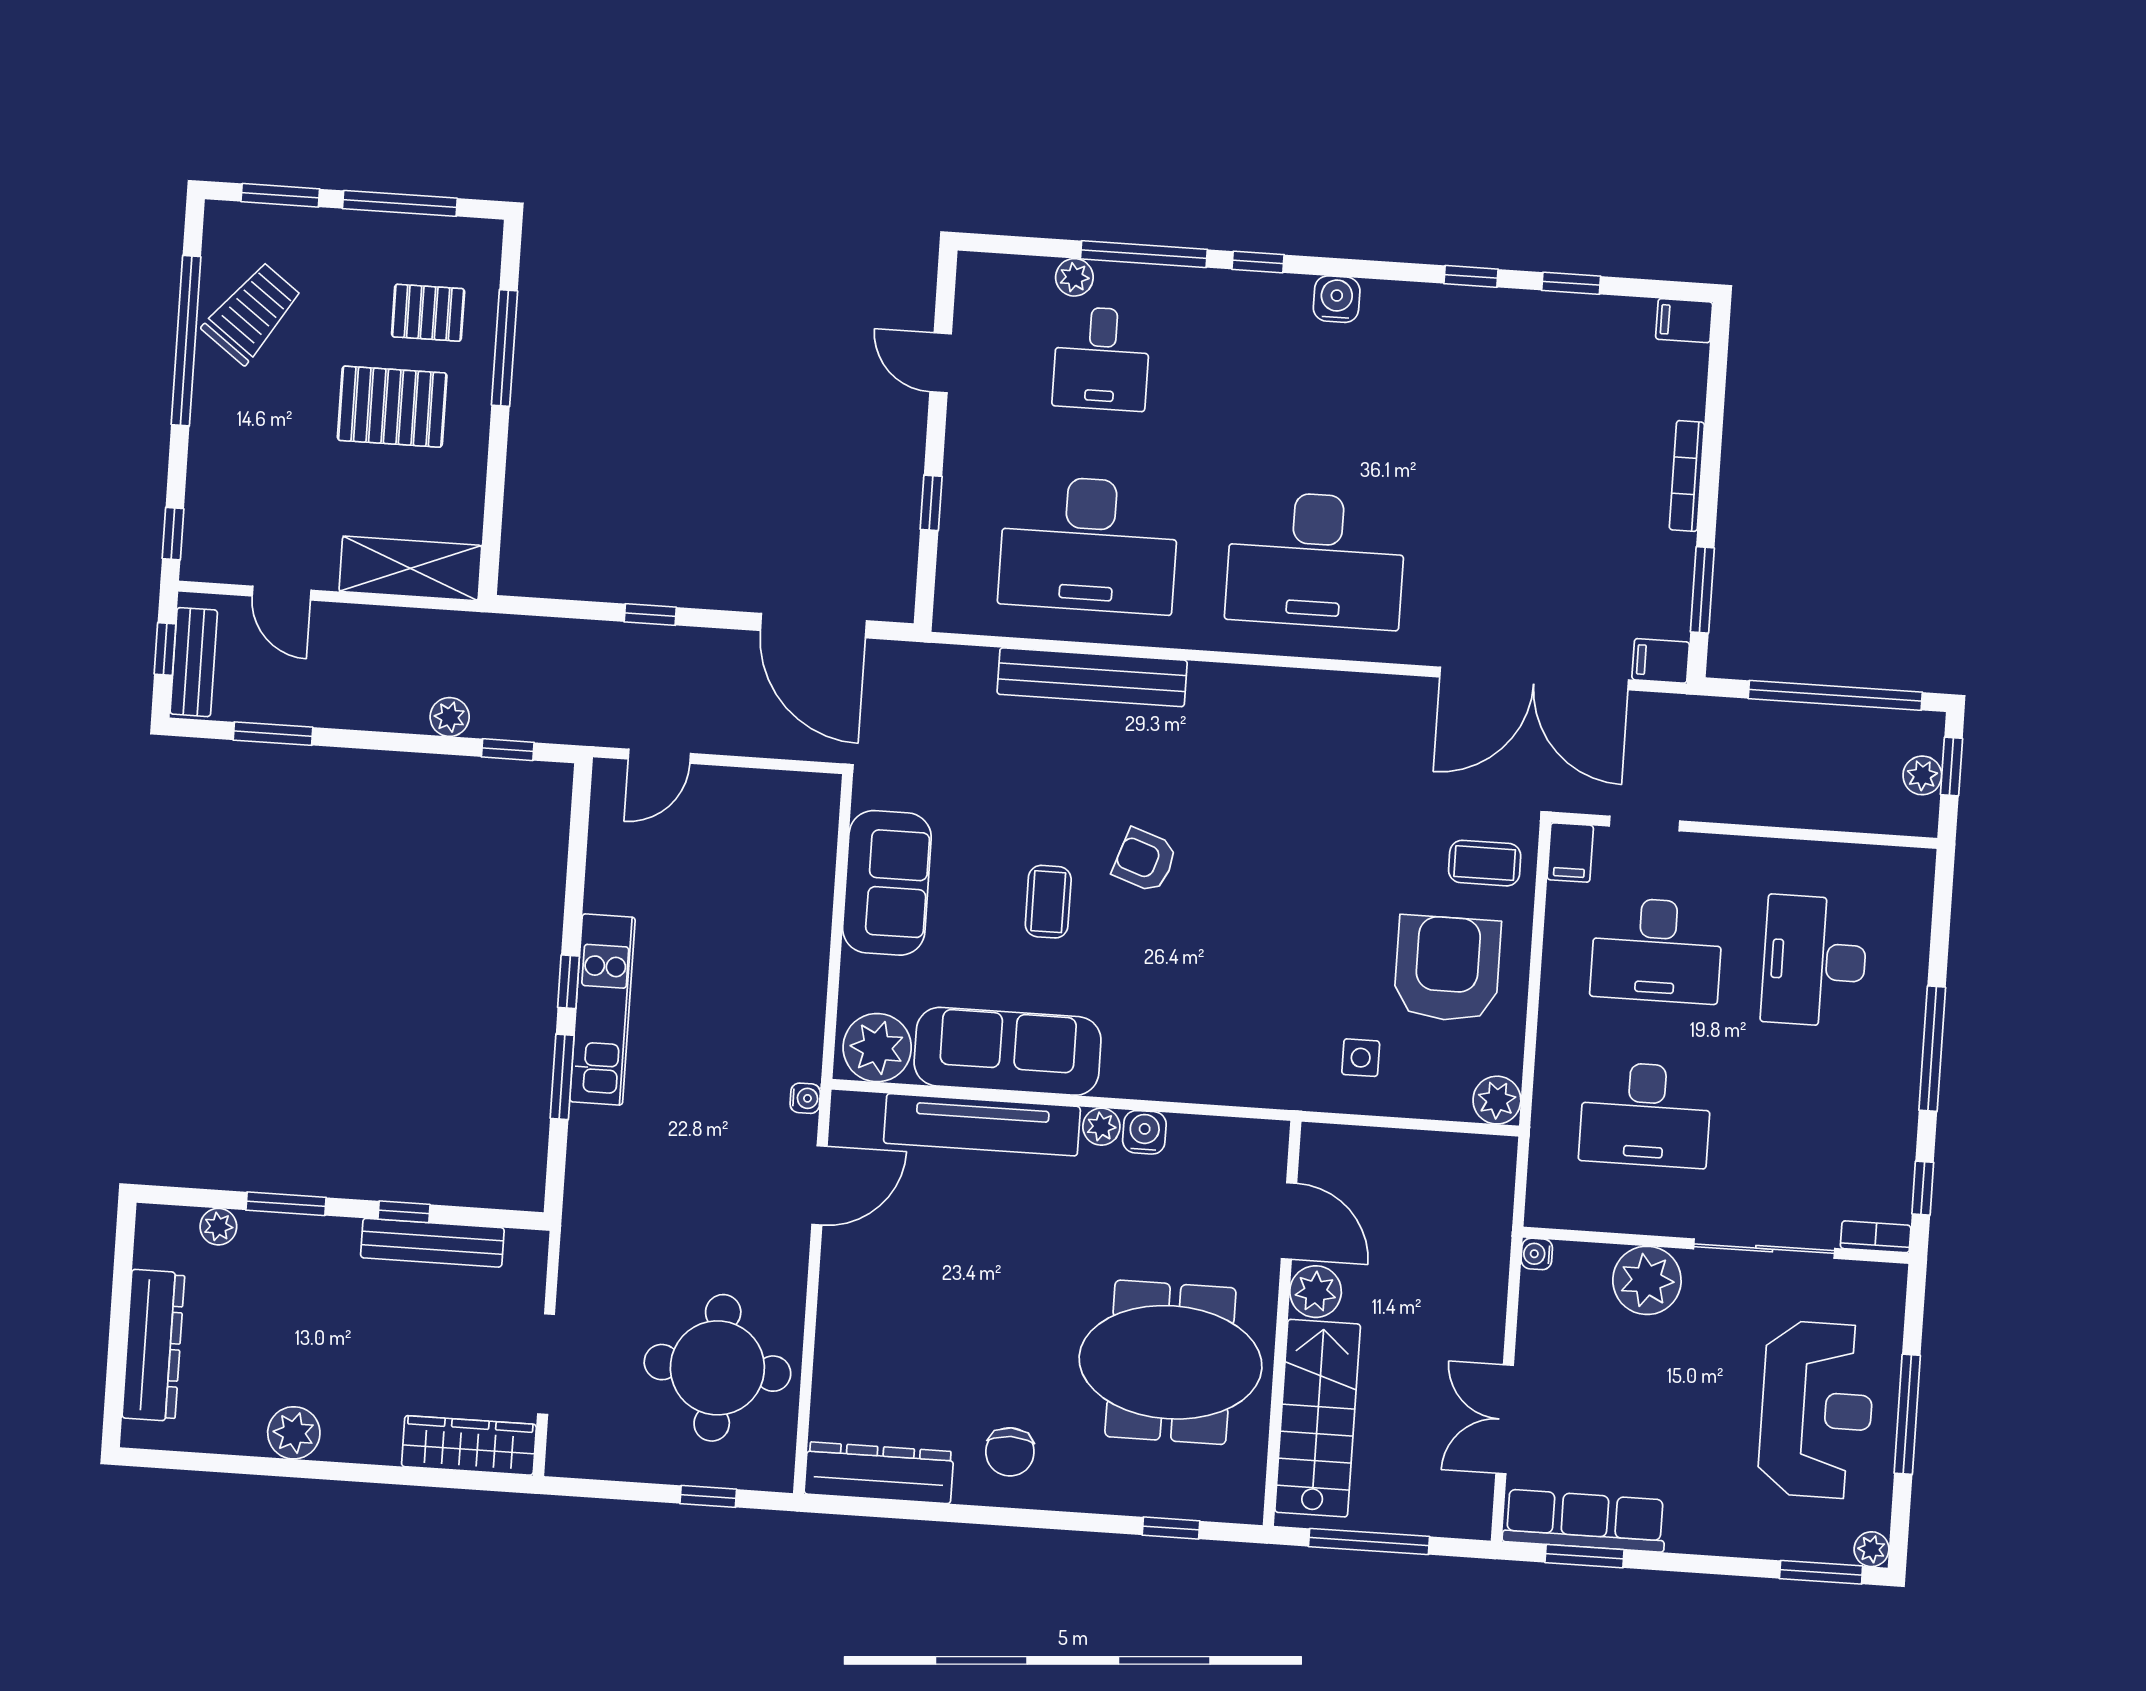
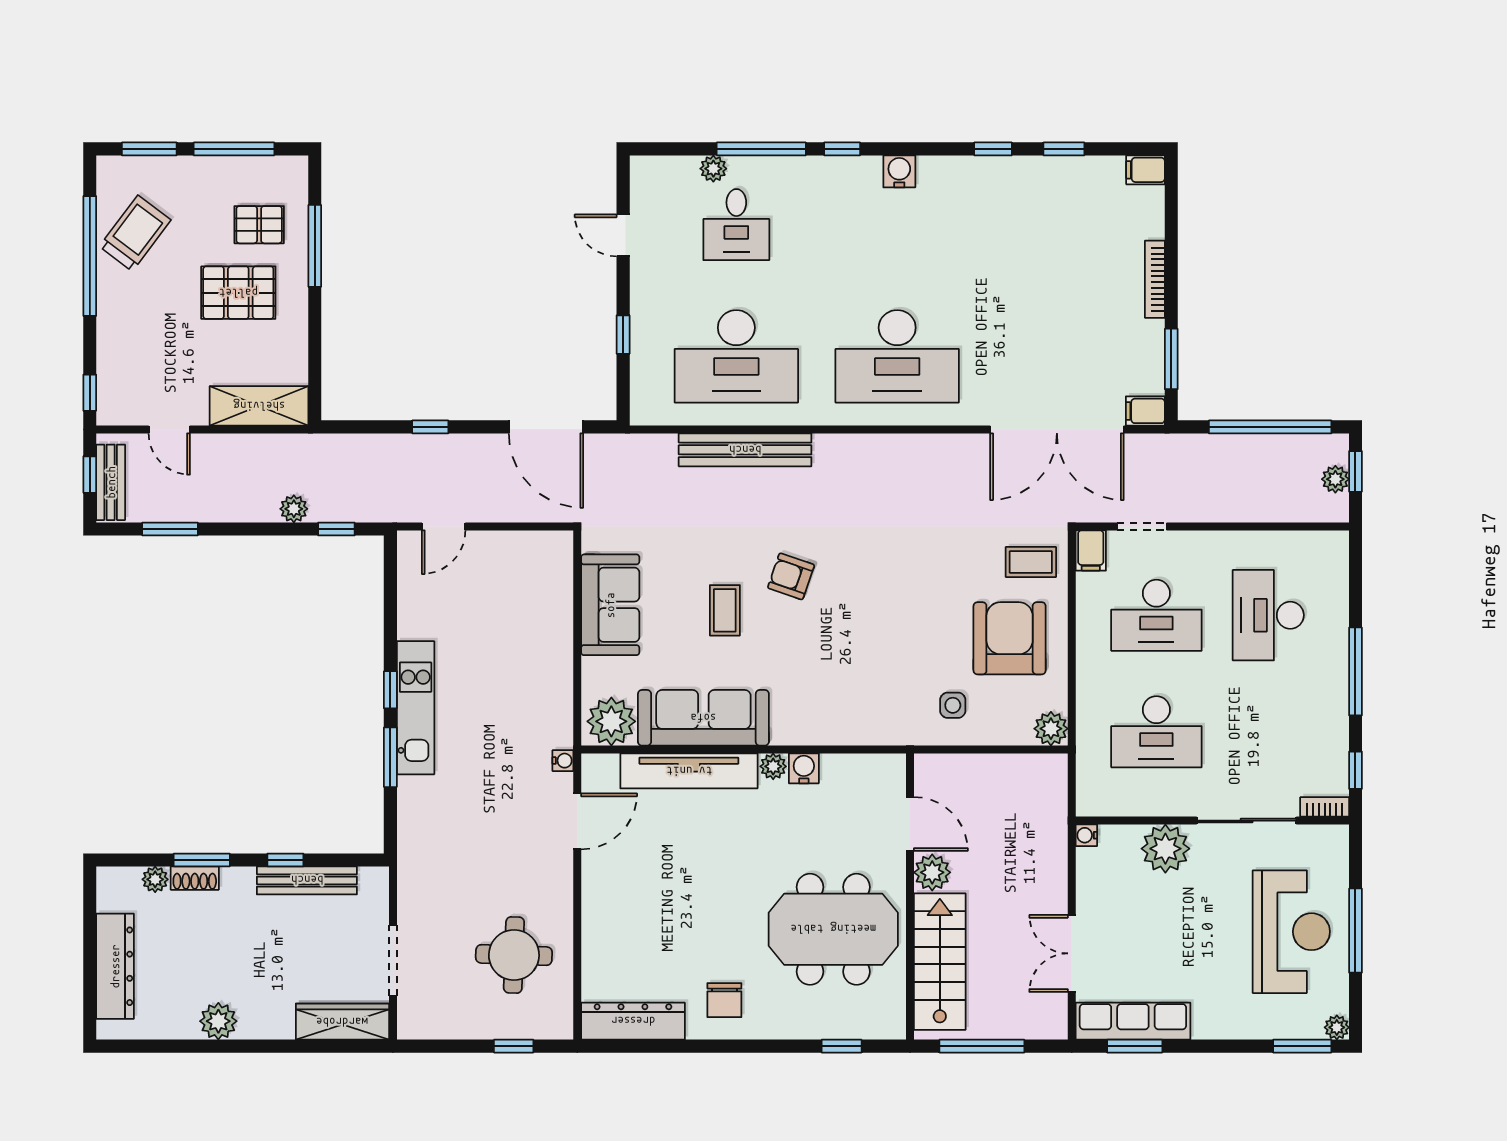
shoe rack: (274, 1229) -> (195, 878), added
round table: (717, 1368) -> (514, 955), width x0.73, depth x0.73

